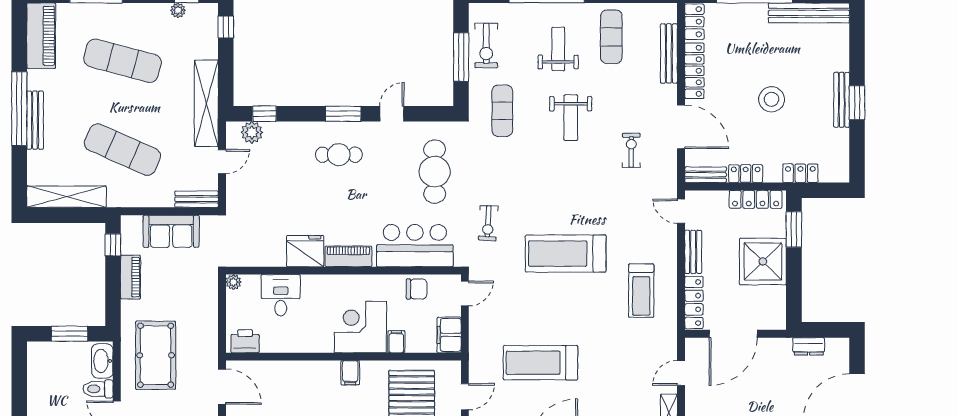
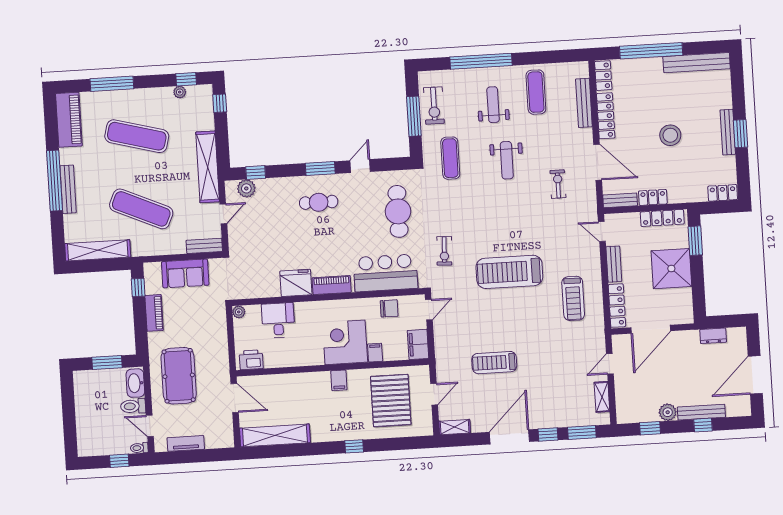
locker: (800, 173) -> (723, 193), moved
treadmill: (540, 363) -> (494, 363), width x0.73, depth x0.73

